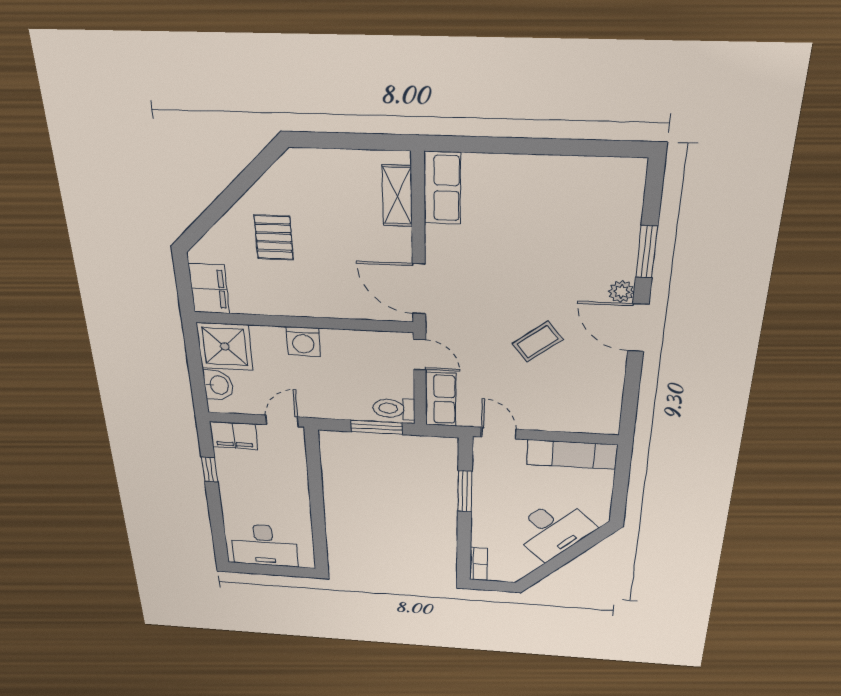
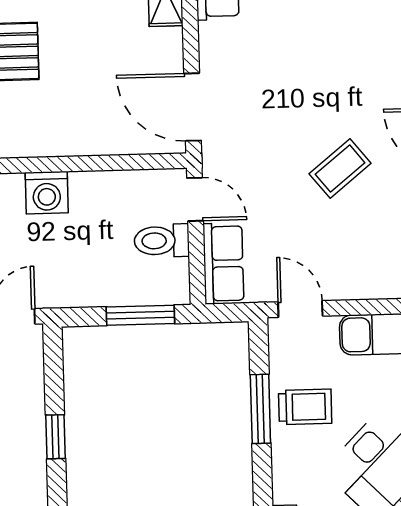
toilet: (394, 409) -> (162, 241), moved
trolley: (498, 493) -> (305, 407), added
window: (316, 495) -> (56, 437), added

